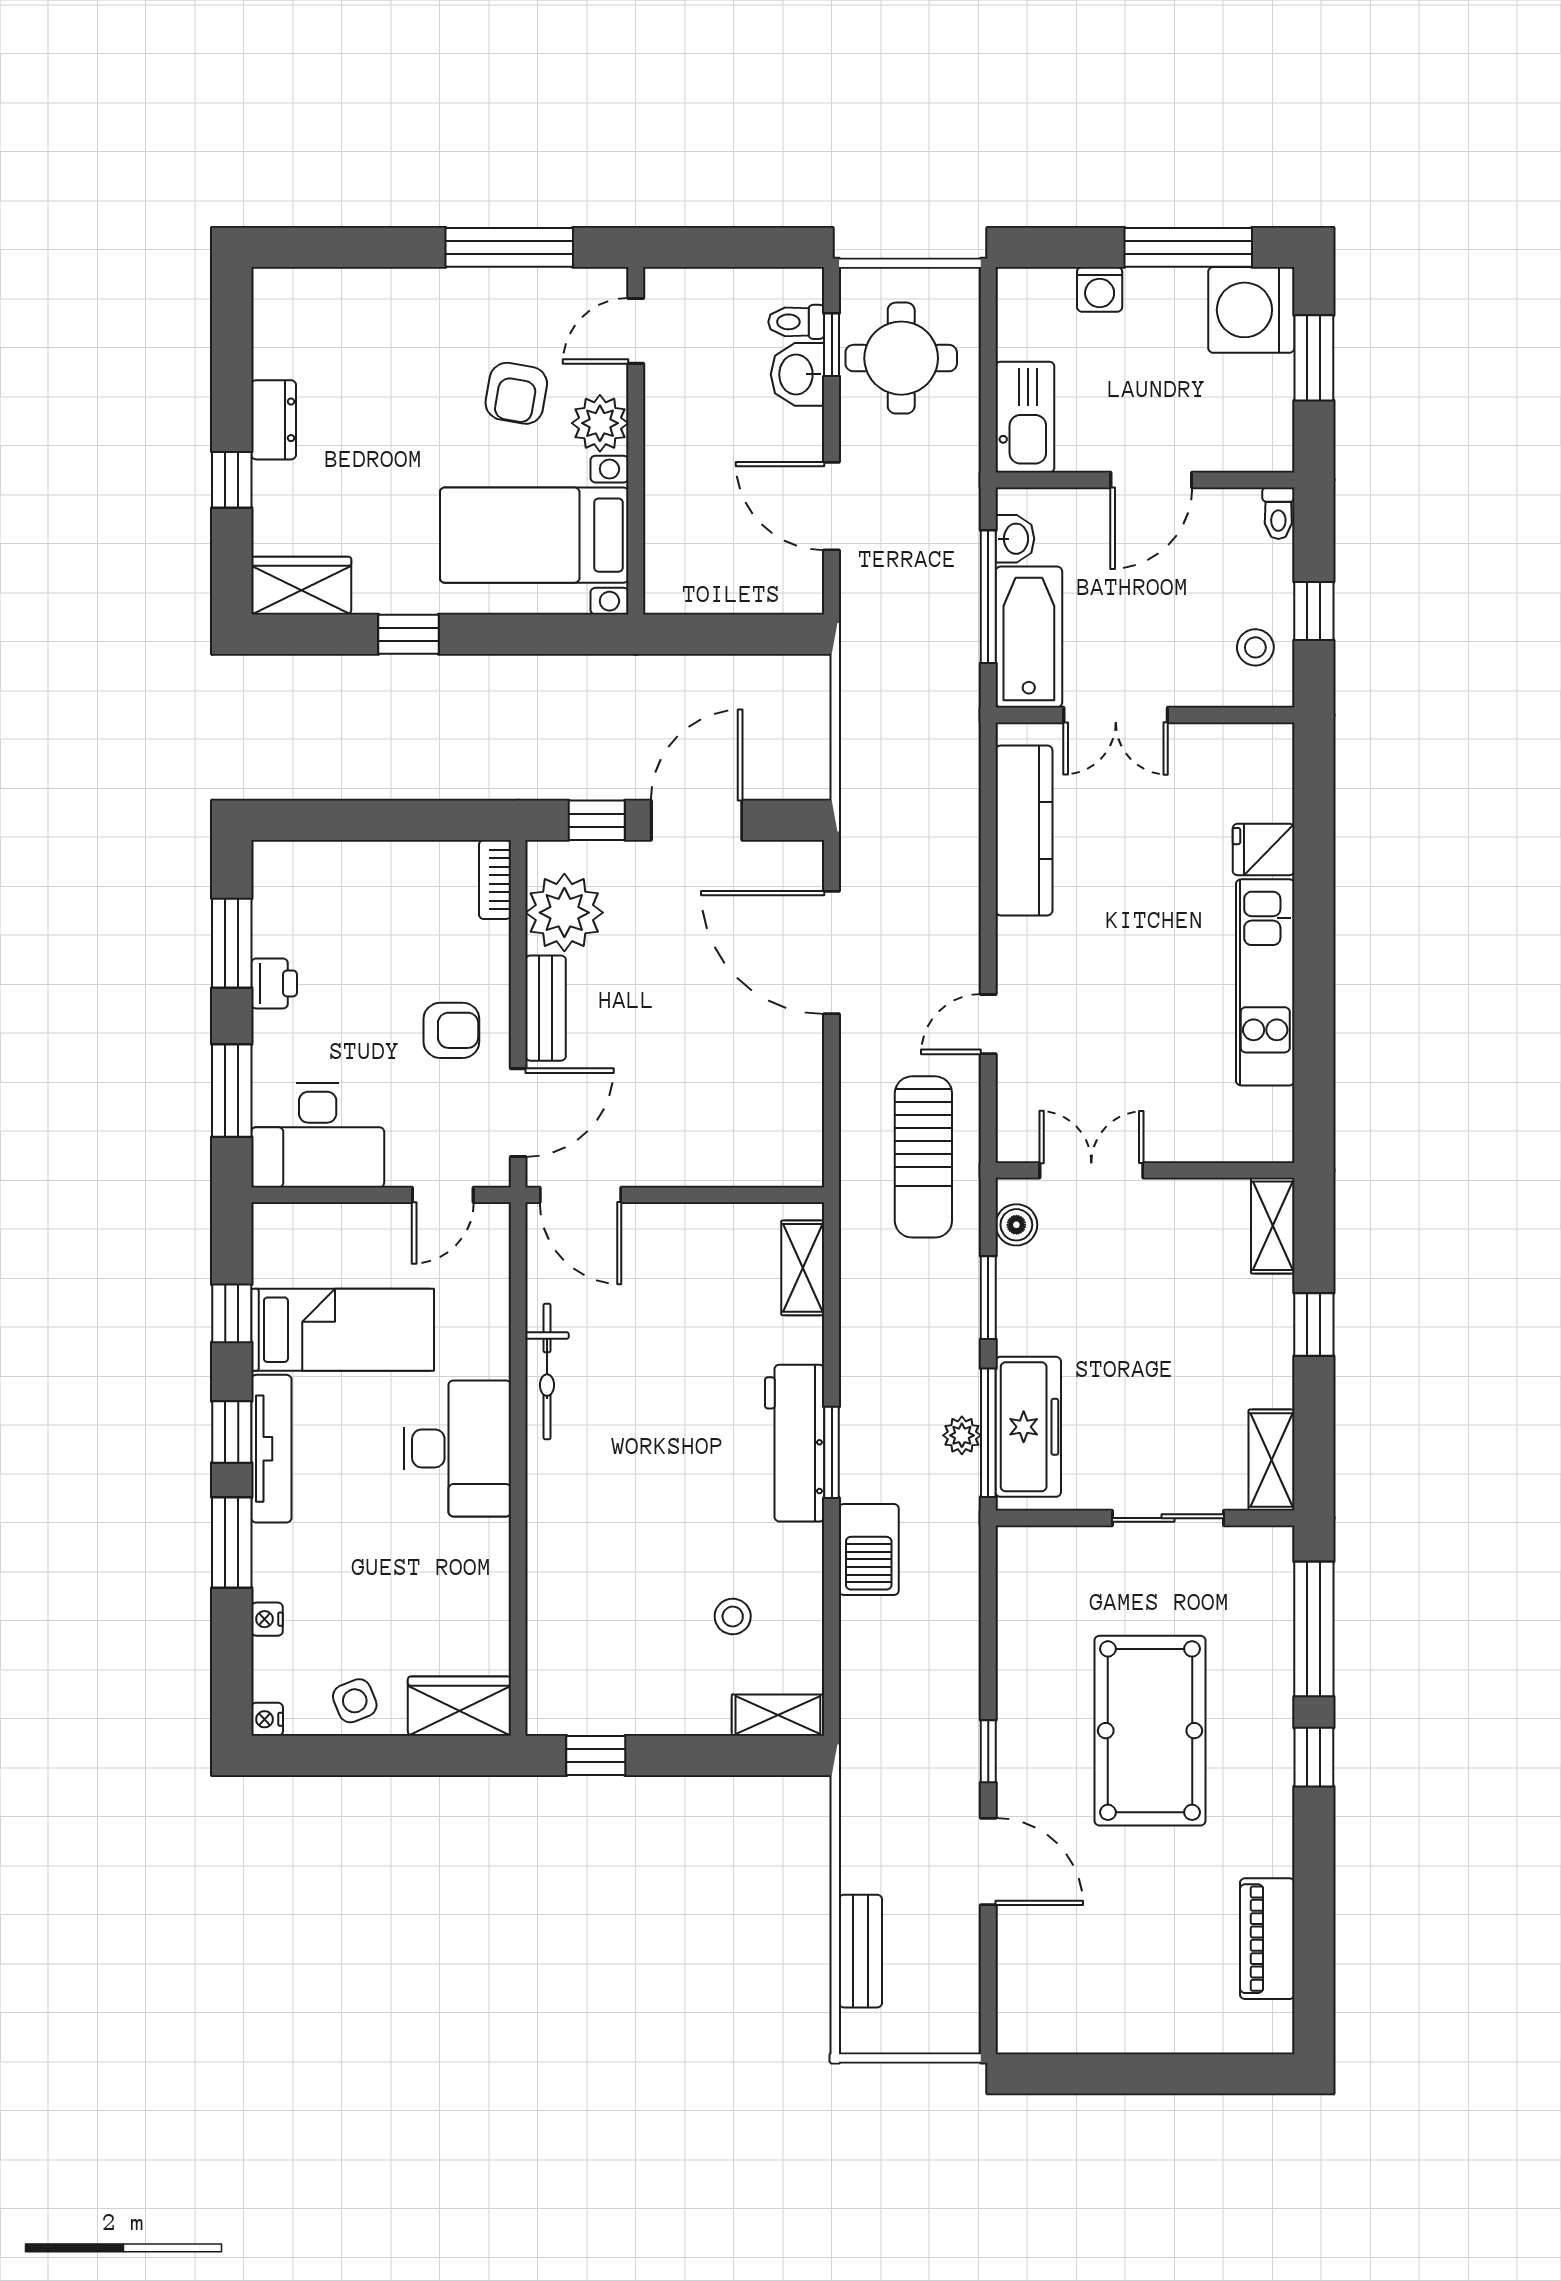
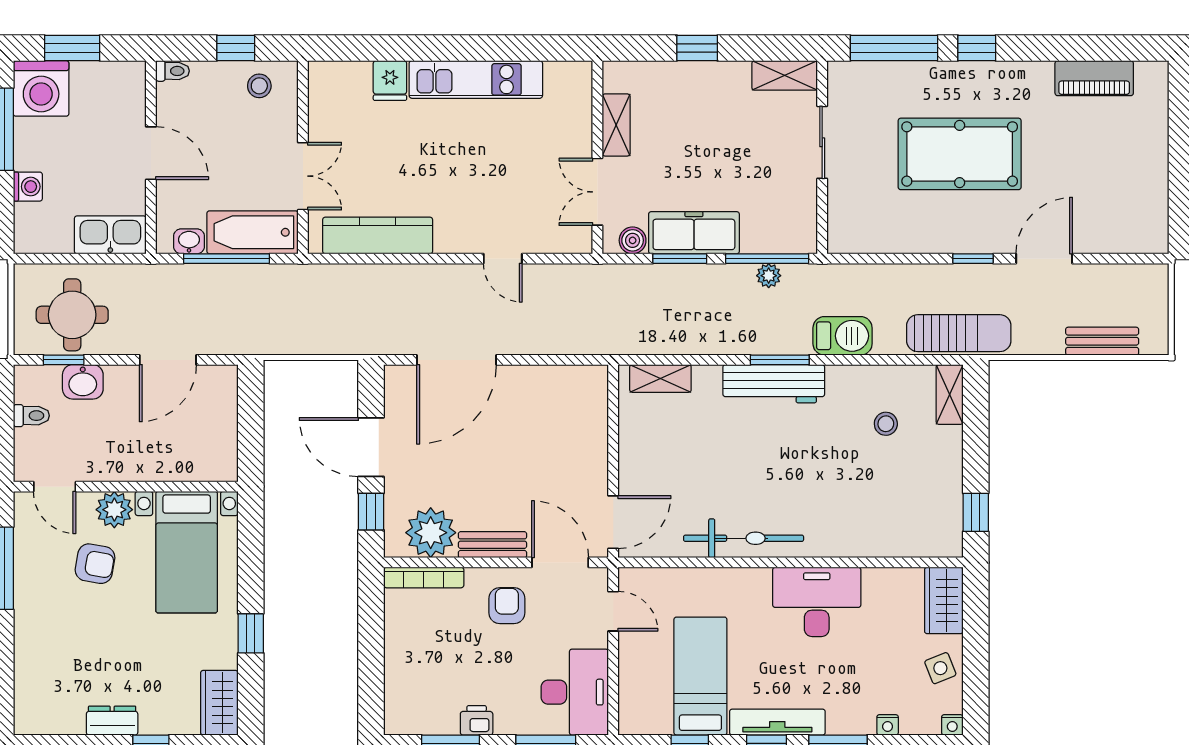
toilet: (796, 322) -> (31, 416), moved, turned -90
bookcase: (495, 880) -> (424, 577), width x1.56
sun lounger: (923, 1157) -> (959, 333), moved
shelving: (1273, 1226) -> (616, 125), moved, turned 90
bicycle: (547, 1372) -> (744, 538), width x1.37, depth x1.40
freezer: (1028, 1427) -> (694, 233), moved
desk: (457, 1448) -> (817, 602), moved

